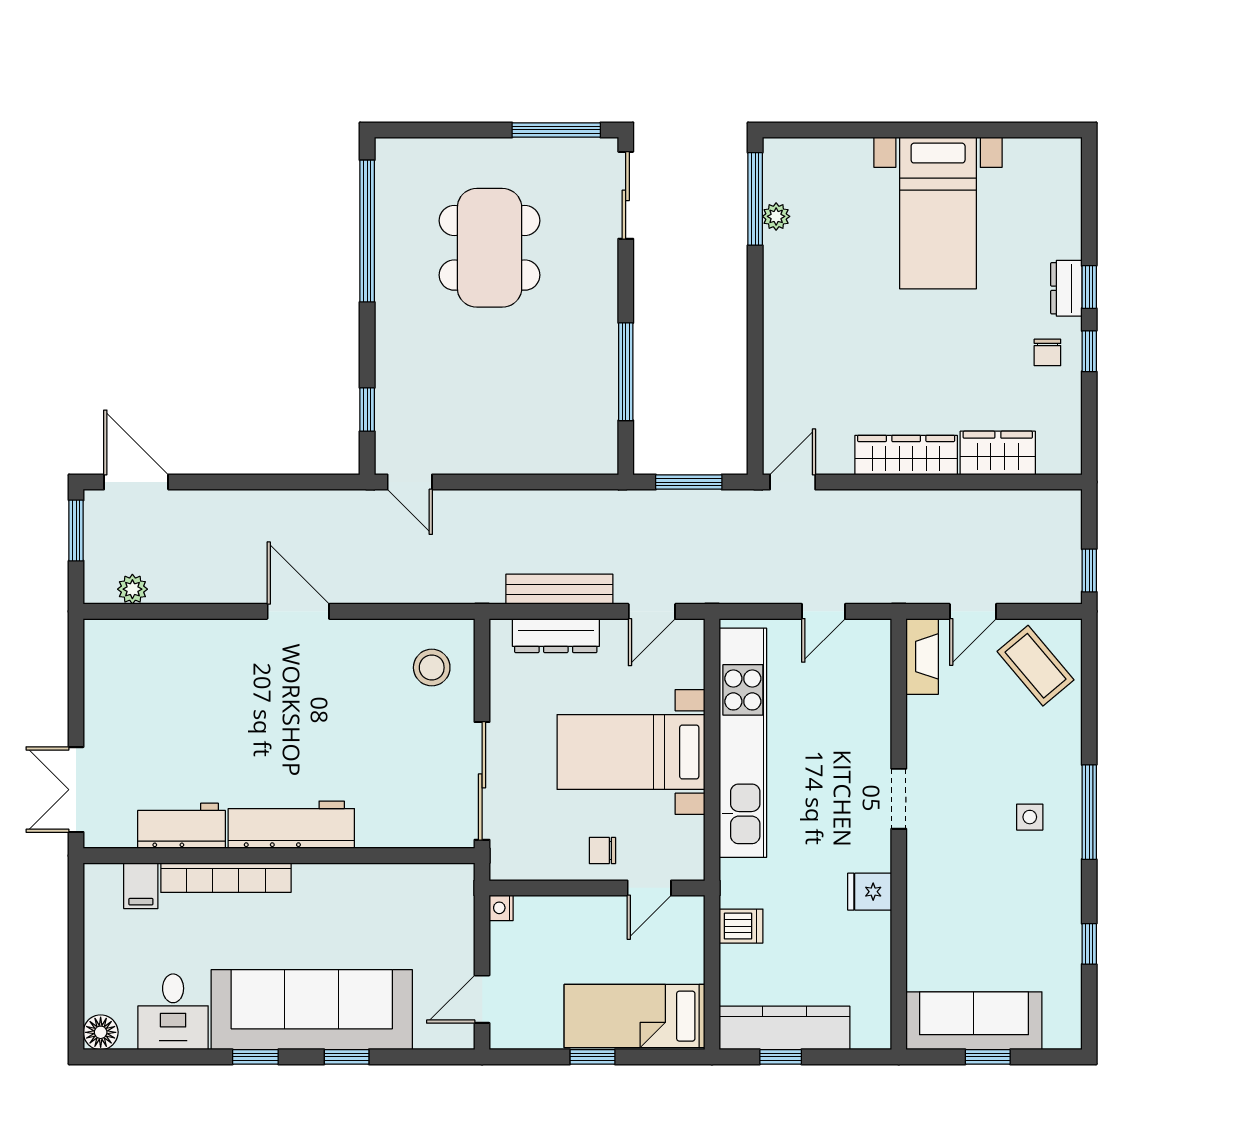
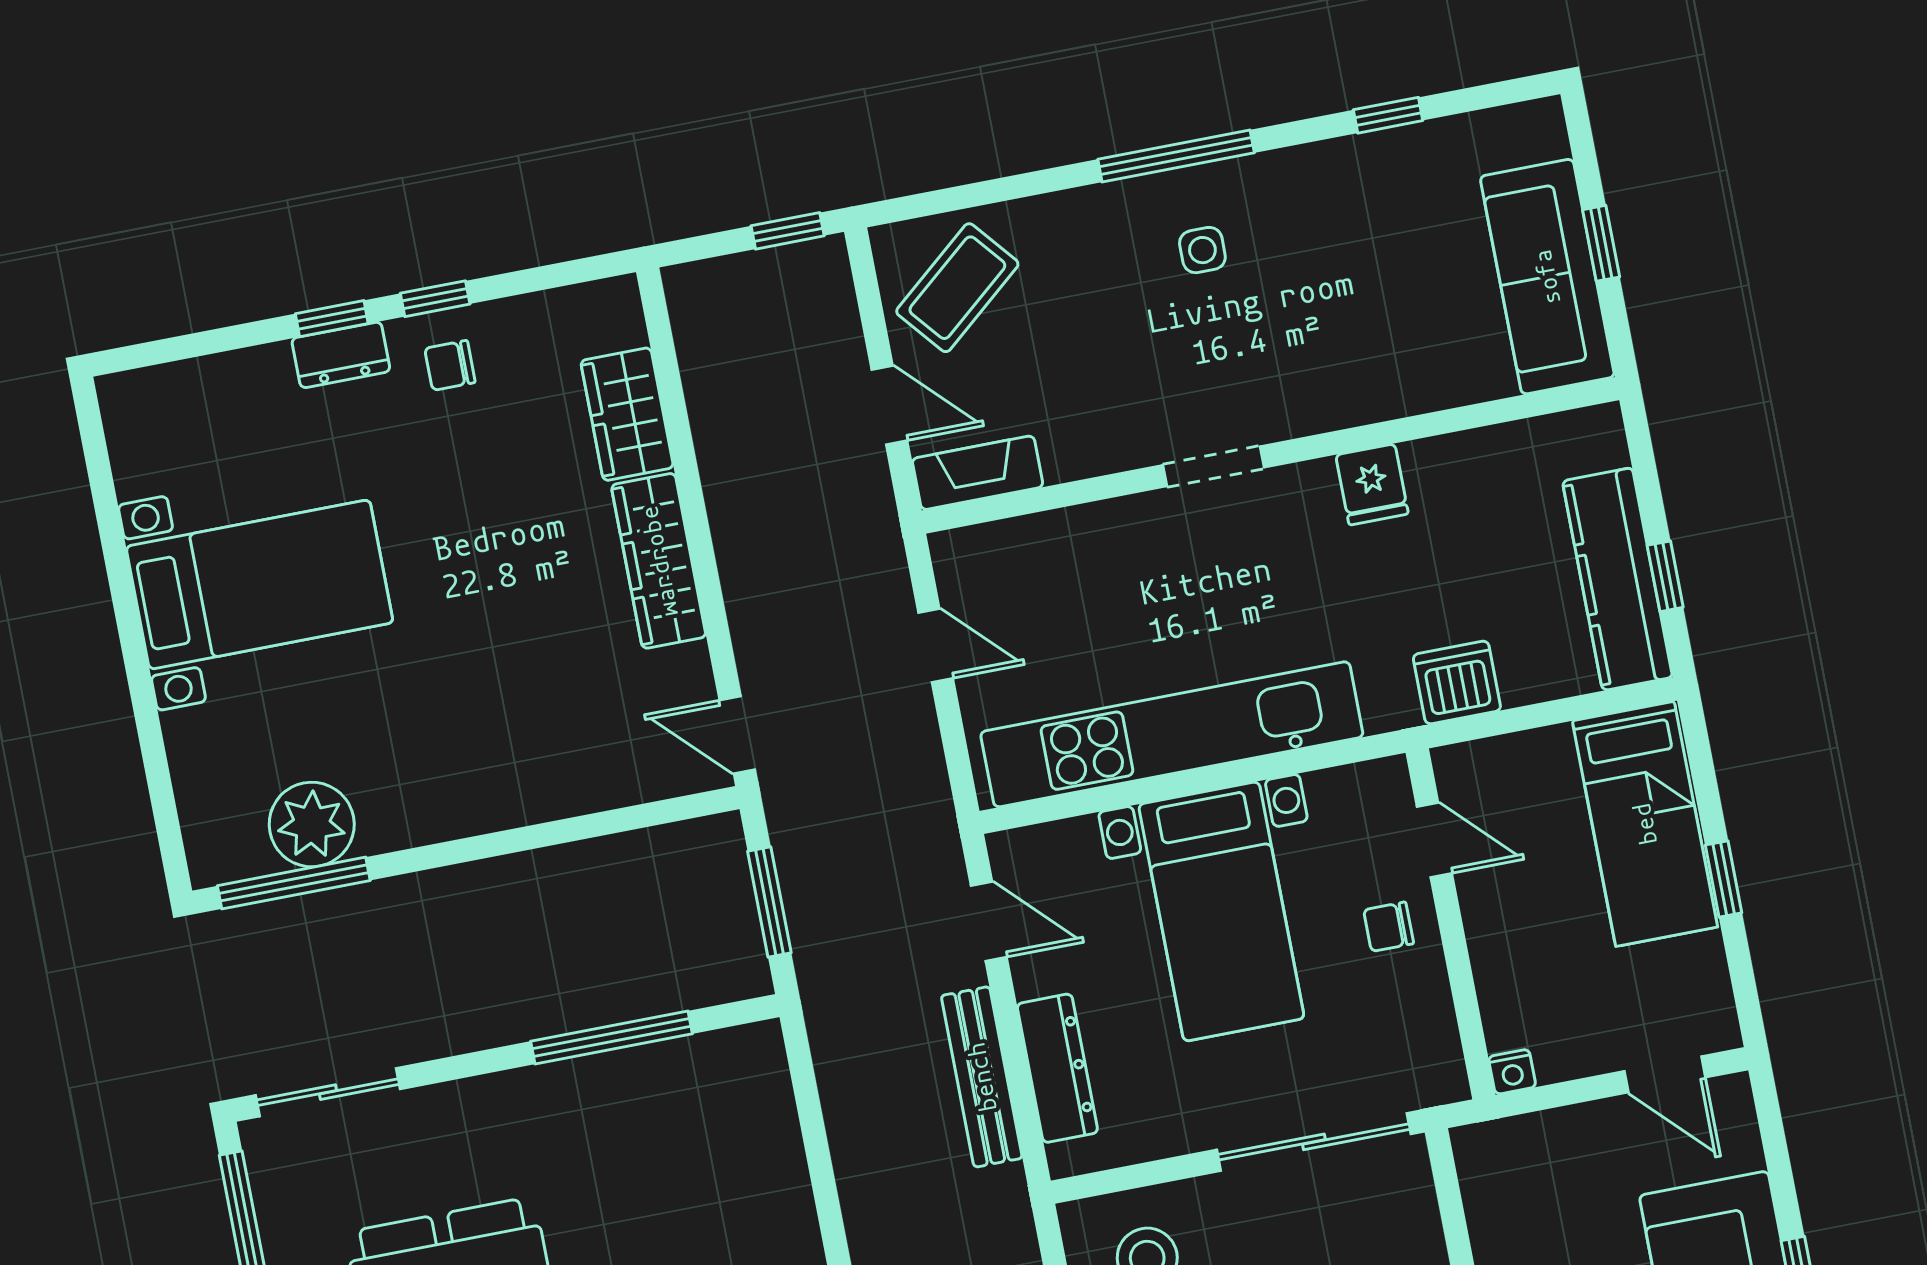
plant: (776, 216) -> (312, 824), width x1.87, depth x1.87
chair: (1047, 352) -> (450, 365), turned 180
chair: (602, 850) -> (1389, 927), turned 90
dishwasher: (741, 926) -> (1457, 682), width x1.38

